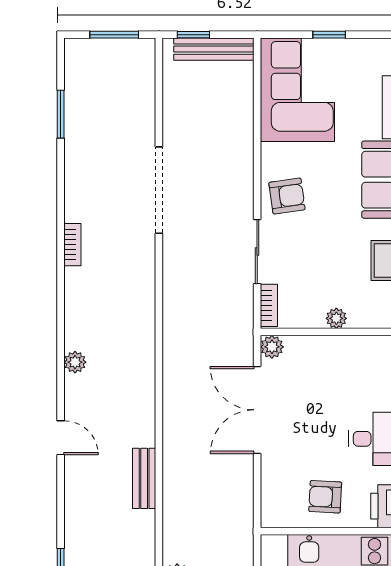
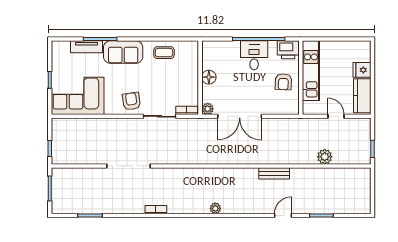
bench: (214, 49) -> (57, 138), removed
plant: (336, 318) -> (193, 76), removed
floor lamp: (335, 349) -> (209, 77), added
door: (61, 438) -> (283, 216), moved

